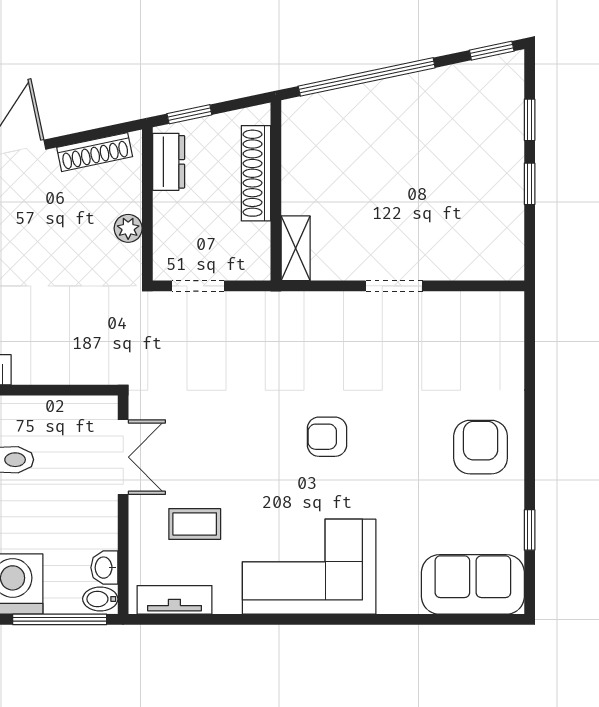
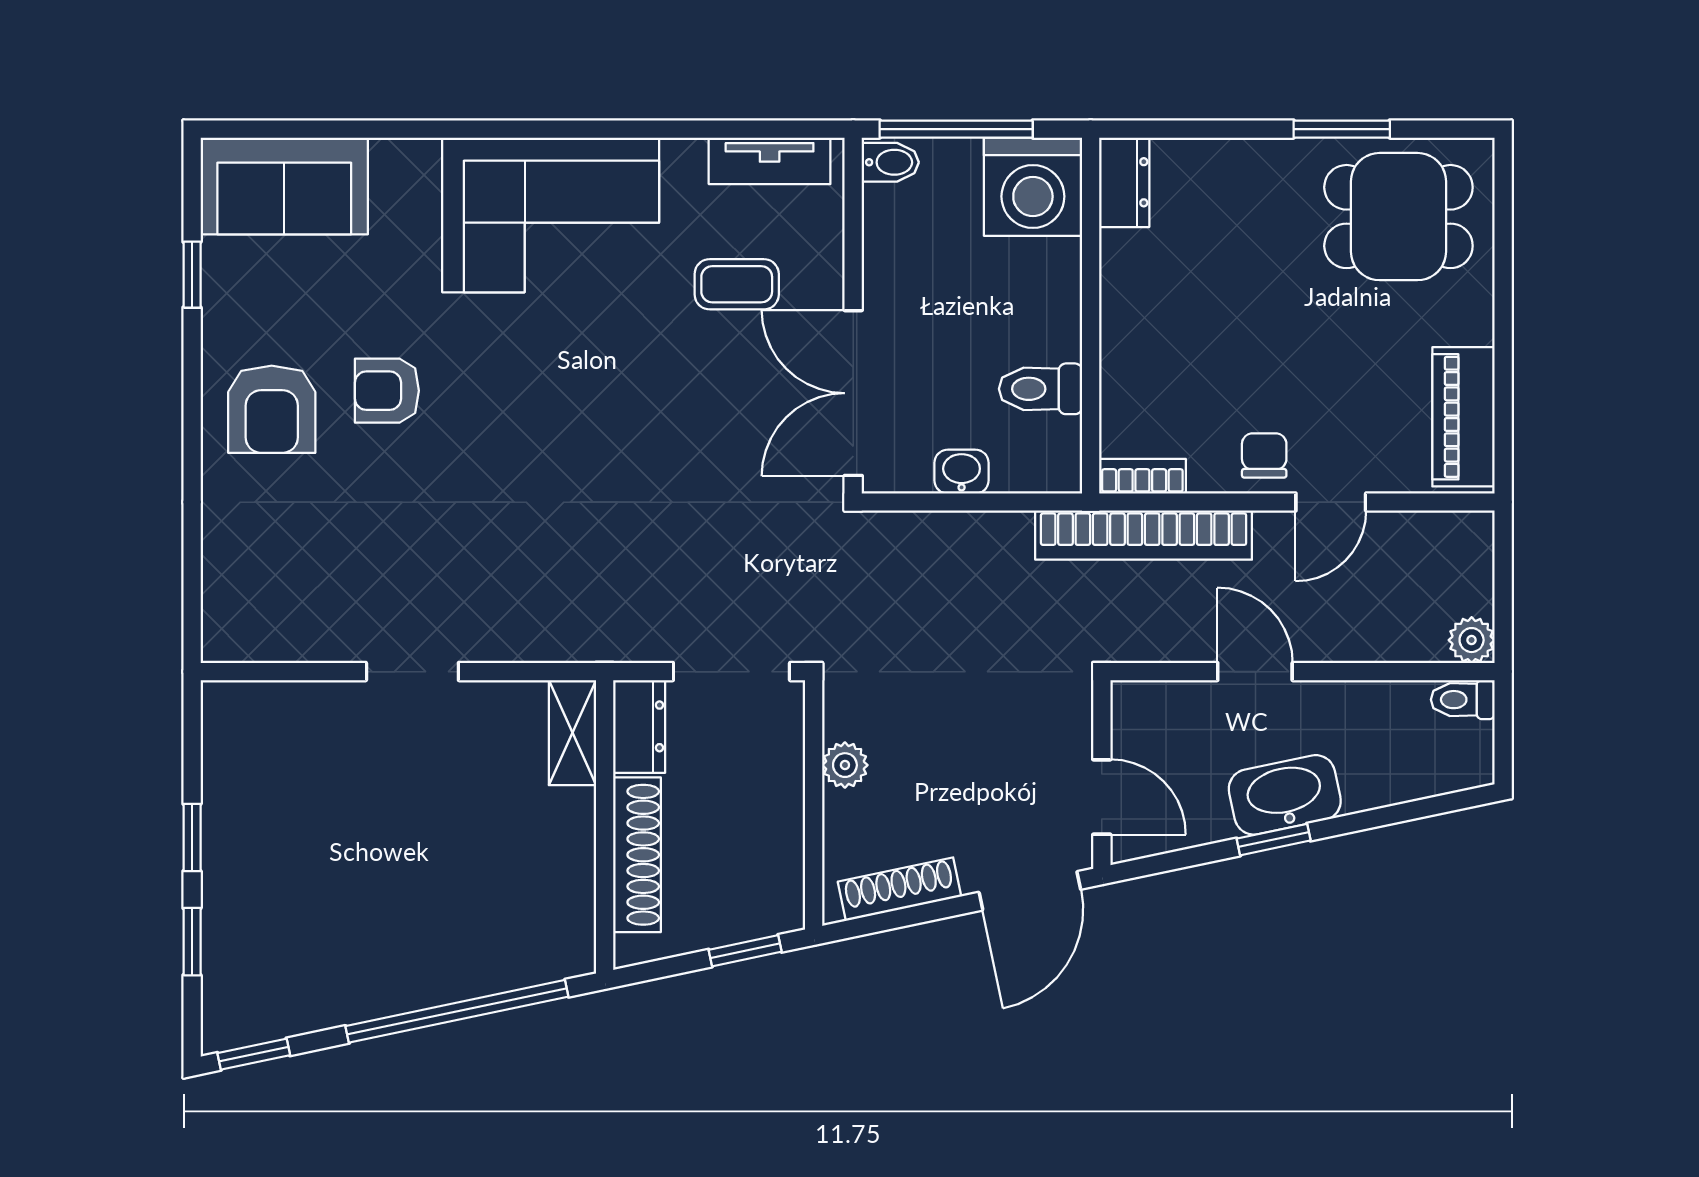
dresser: (169, 162) -> (639, 726), moved, turned 180
doorway: (198, 286) -> (731, 672), width x1.38
armchair: (327, 437) -> (387, 391), moved, turned 180
double door: (123, 457) -> (853, 393), width x1.37
washbasin: (104, 568) -> (962, 472), moved, turned -90

